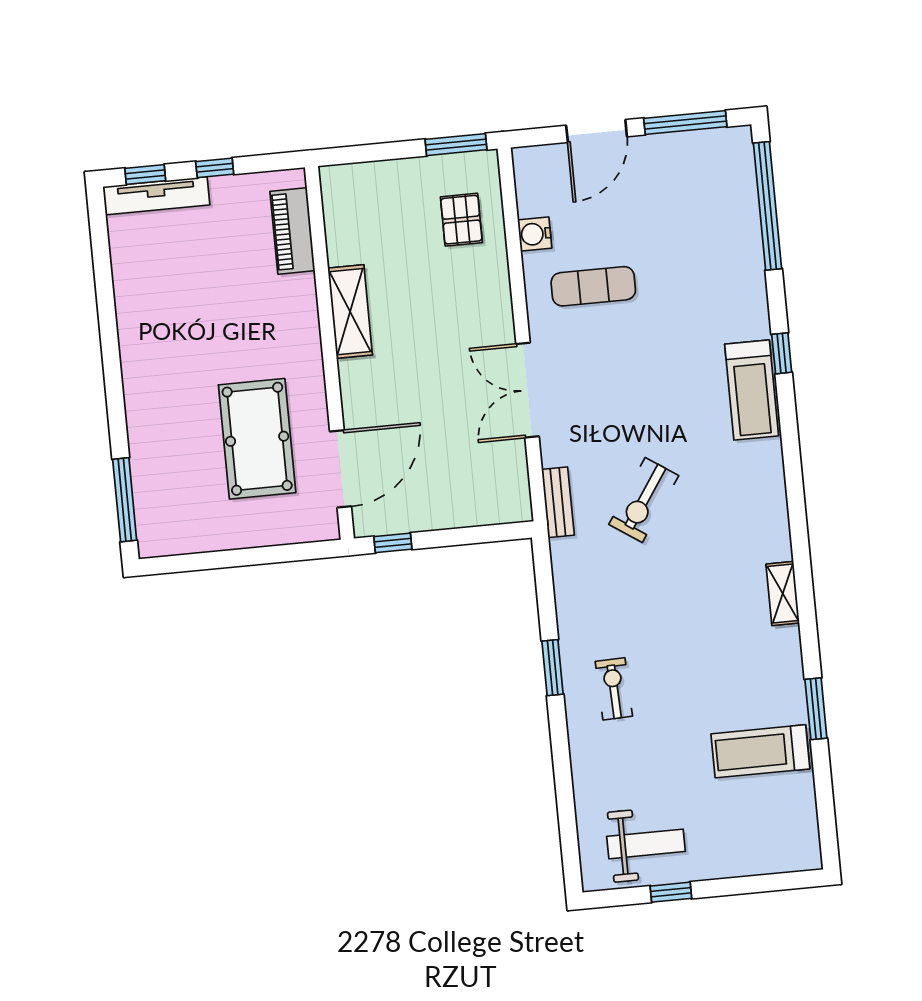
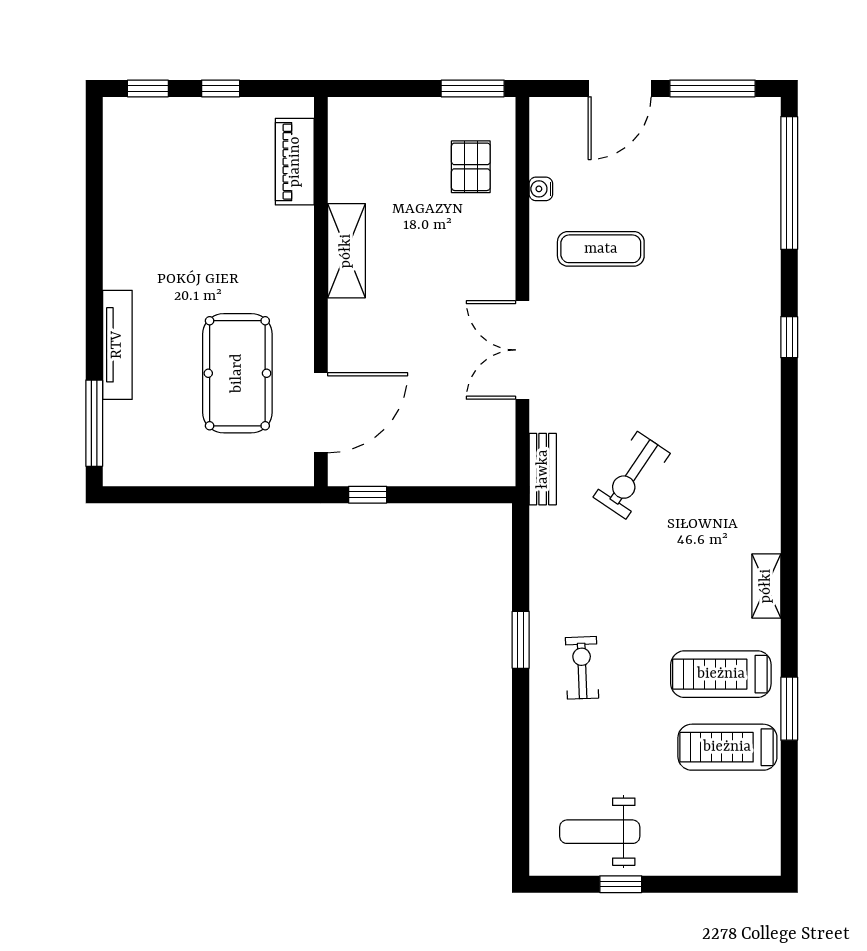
tv unit: (156, 196) -> (117, 345), moved, turned -90
water cooler: (535, 234) -> (541, 189), width x0.72, depth x0.72
treadmill: (752, 390) -> (721, 674), moved, turned 90
weight bench: (646, 844) -> (600, 832), turned 180

